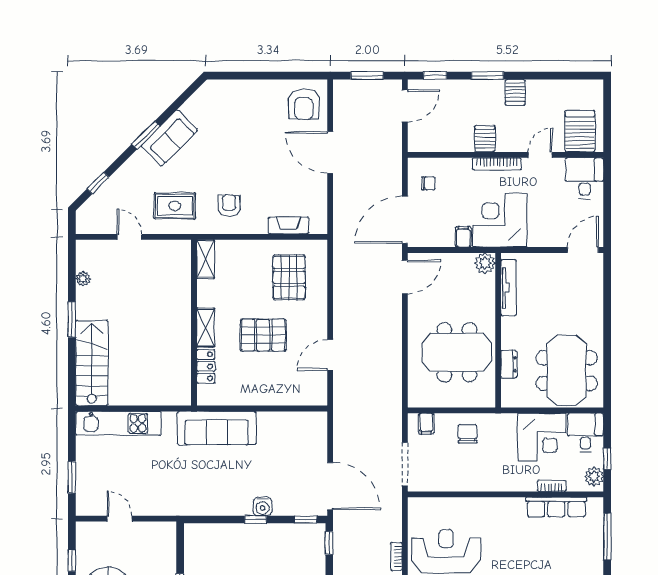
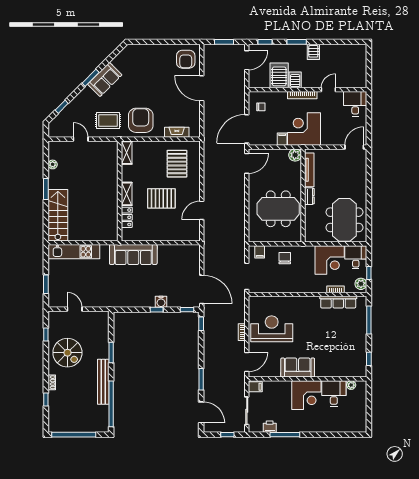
server rack: (580, 131) -> (279, 75), moved
armchair: (229, 206) -> (141, 120), width x1.88, depth x1.88
dresser: (509, 364) -> (309, 196), moved

